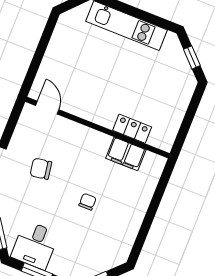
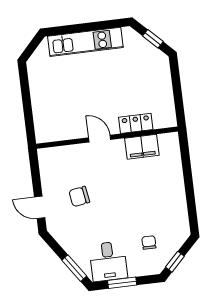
door: (47, 108) -> (100, 139), moved
chair: (88, 202) -> (149, 242), moved

